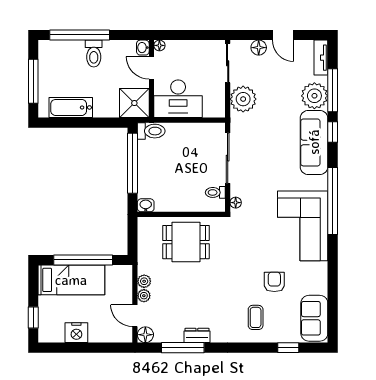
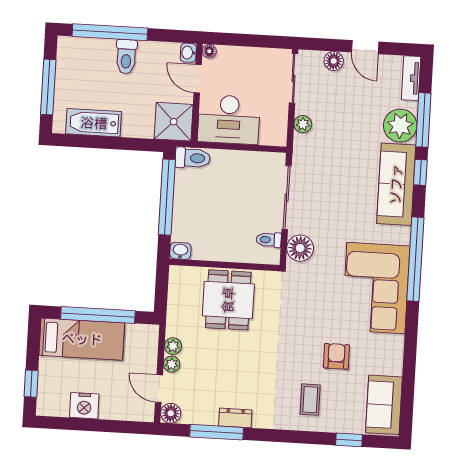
plant: (243, 99) -> (303, 124), width x0.53, depth x0.53
floor lamp: (236, 203) -> (300, 248), width x1.89, depth x1.89
dining table: (186, 242) -> (228, 300), turned 90

